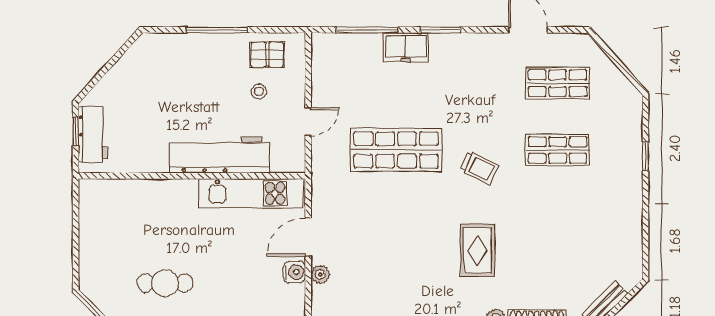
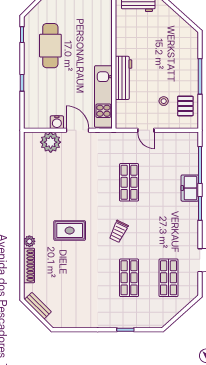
shop shelf: (396, 150) -> (129, 182), width x0.70, depth x0.74
workbench: (220, 155) -> (124, 78), width x0.73, depth x0.76
plant: (320, 275) -> (51, 142), width x1.87, depth x1.87
cafe table: (165, 283) -> (50, 46), width x1.37, depth x1.35

